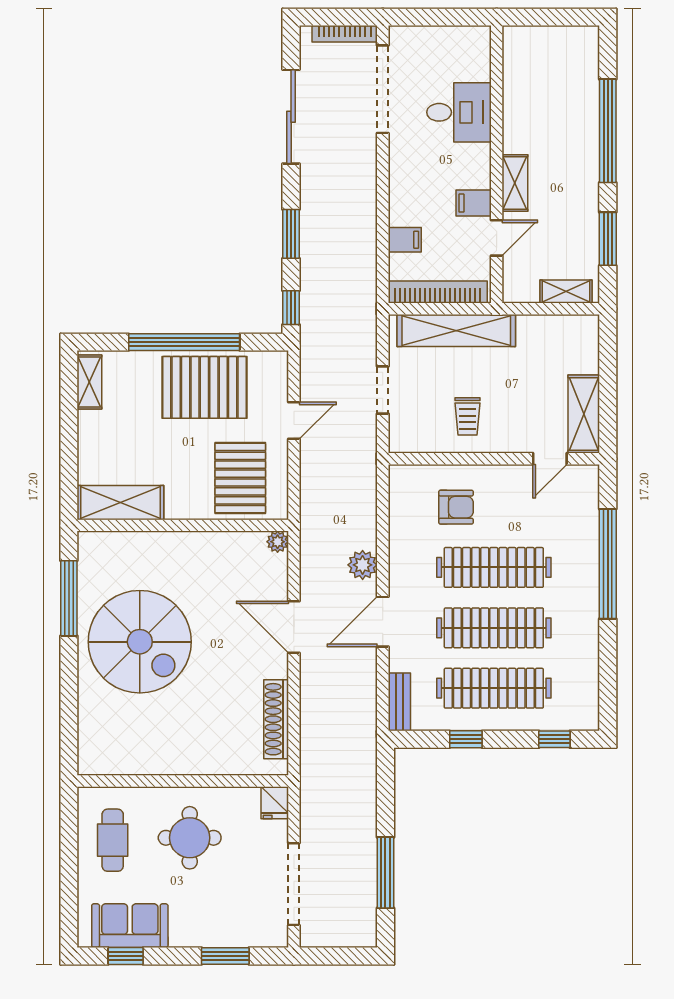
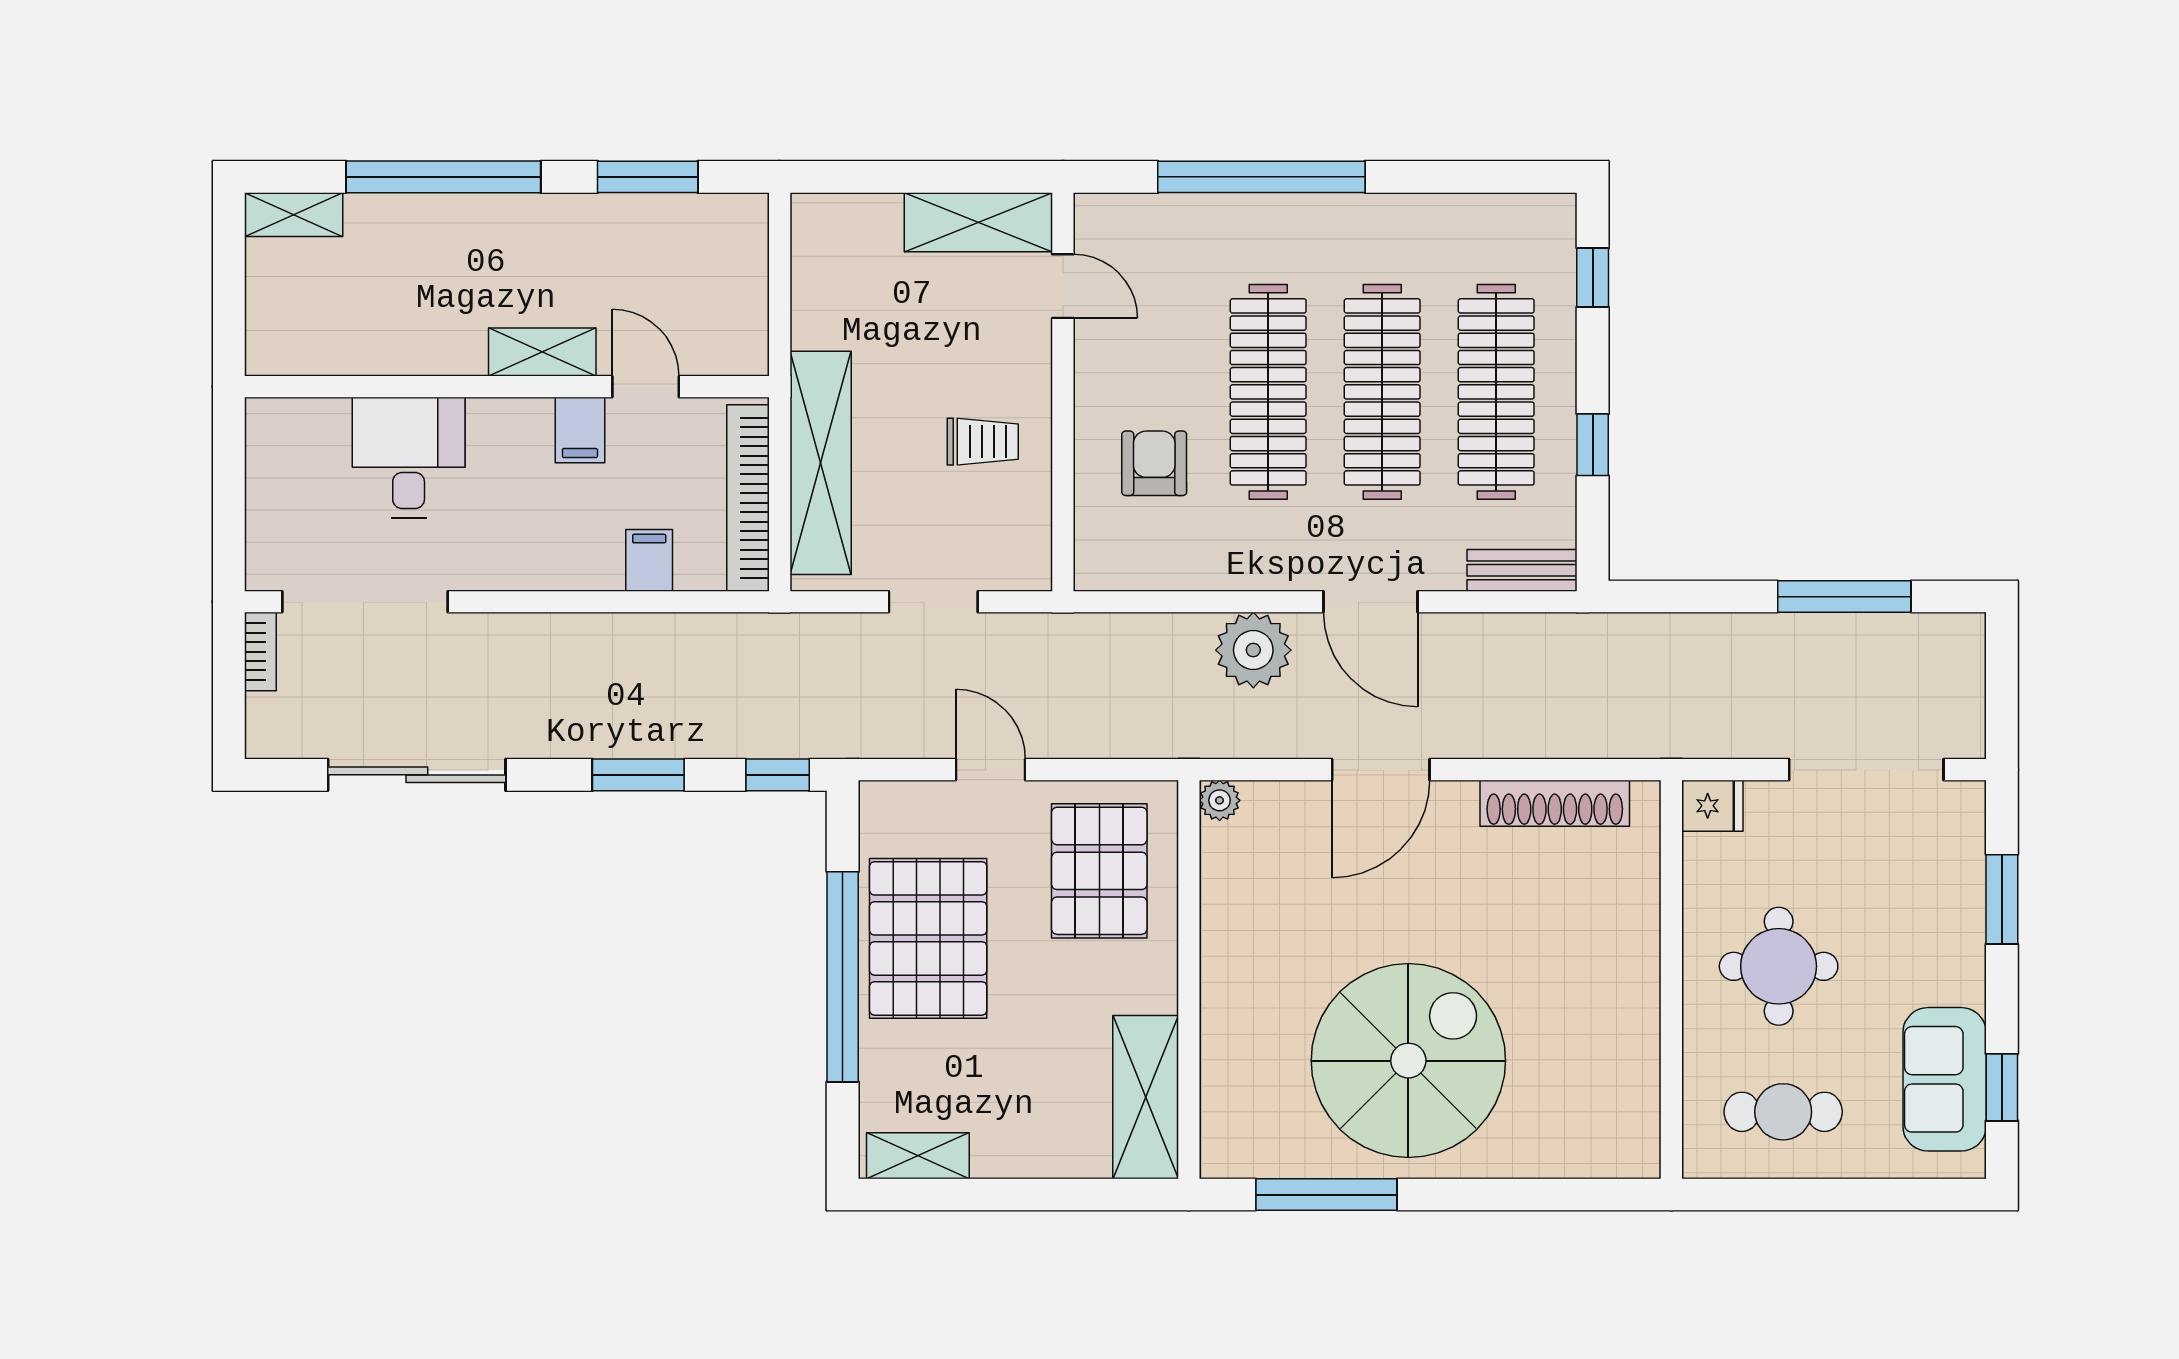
bookcase: (345, 34) -> (260, 652), width x0.64
shelving: (566, 292) -> (294, 215), moved, turned 90
pallet: (240, 478) -> (1099, 871), turned 90
plant: (363, 565) -> (1253, 650), width x1.36, depth x1.36

